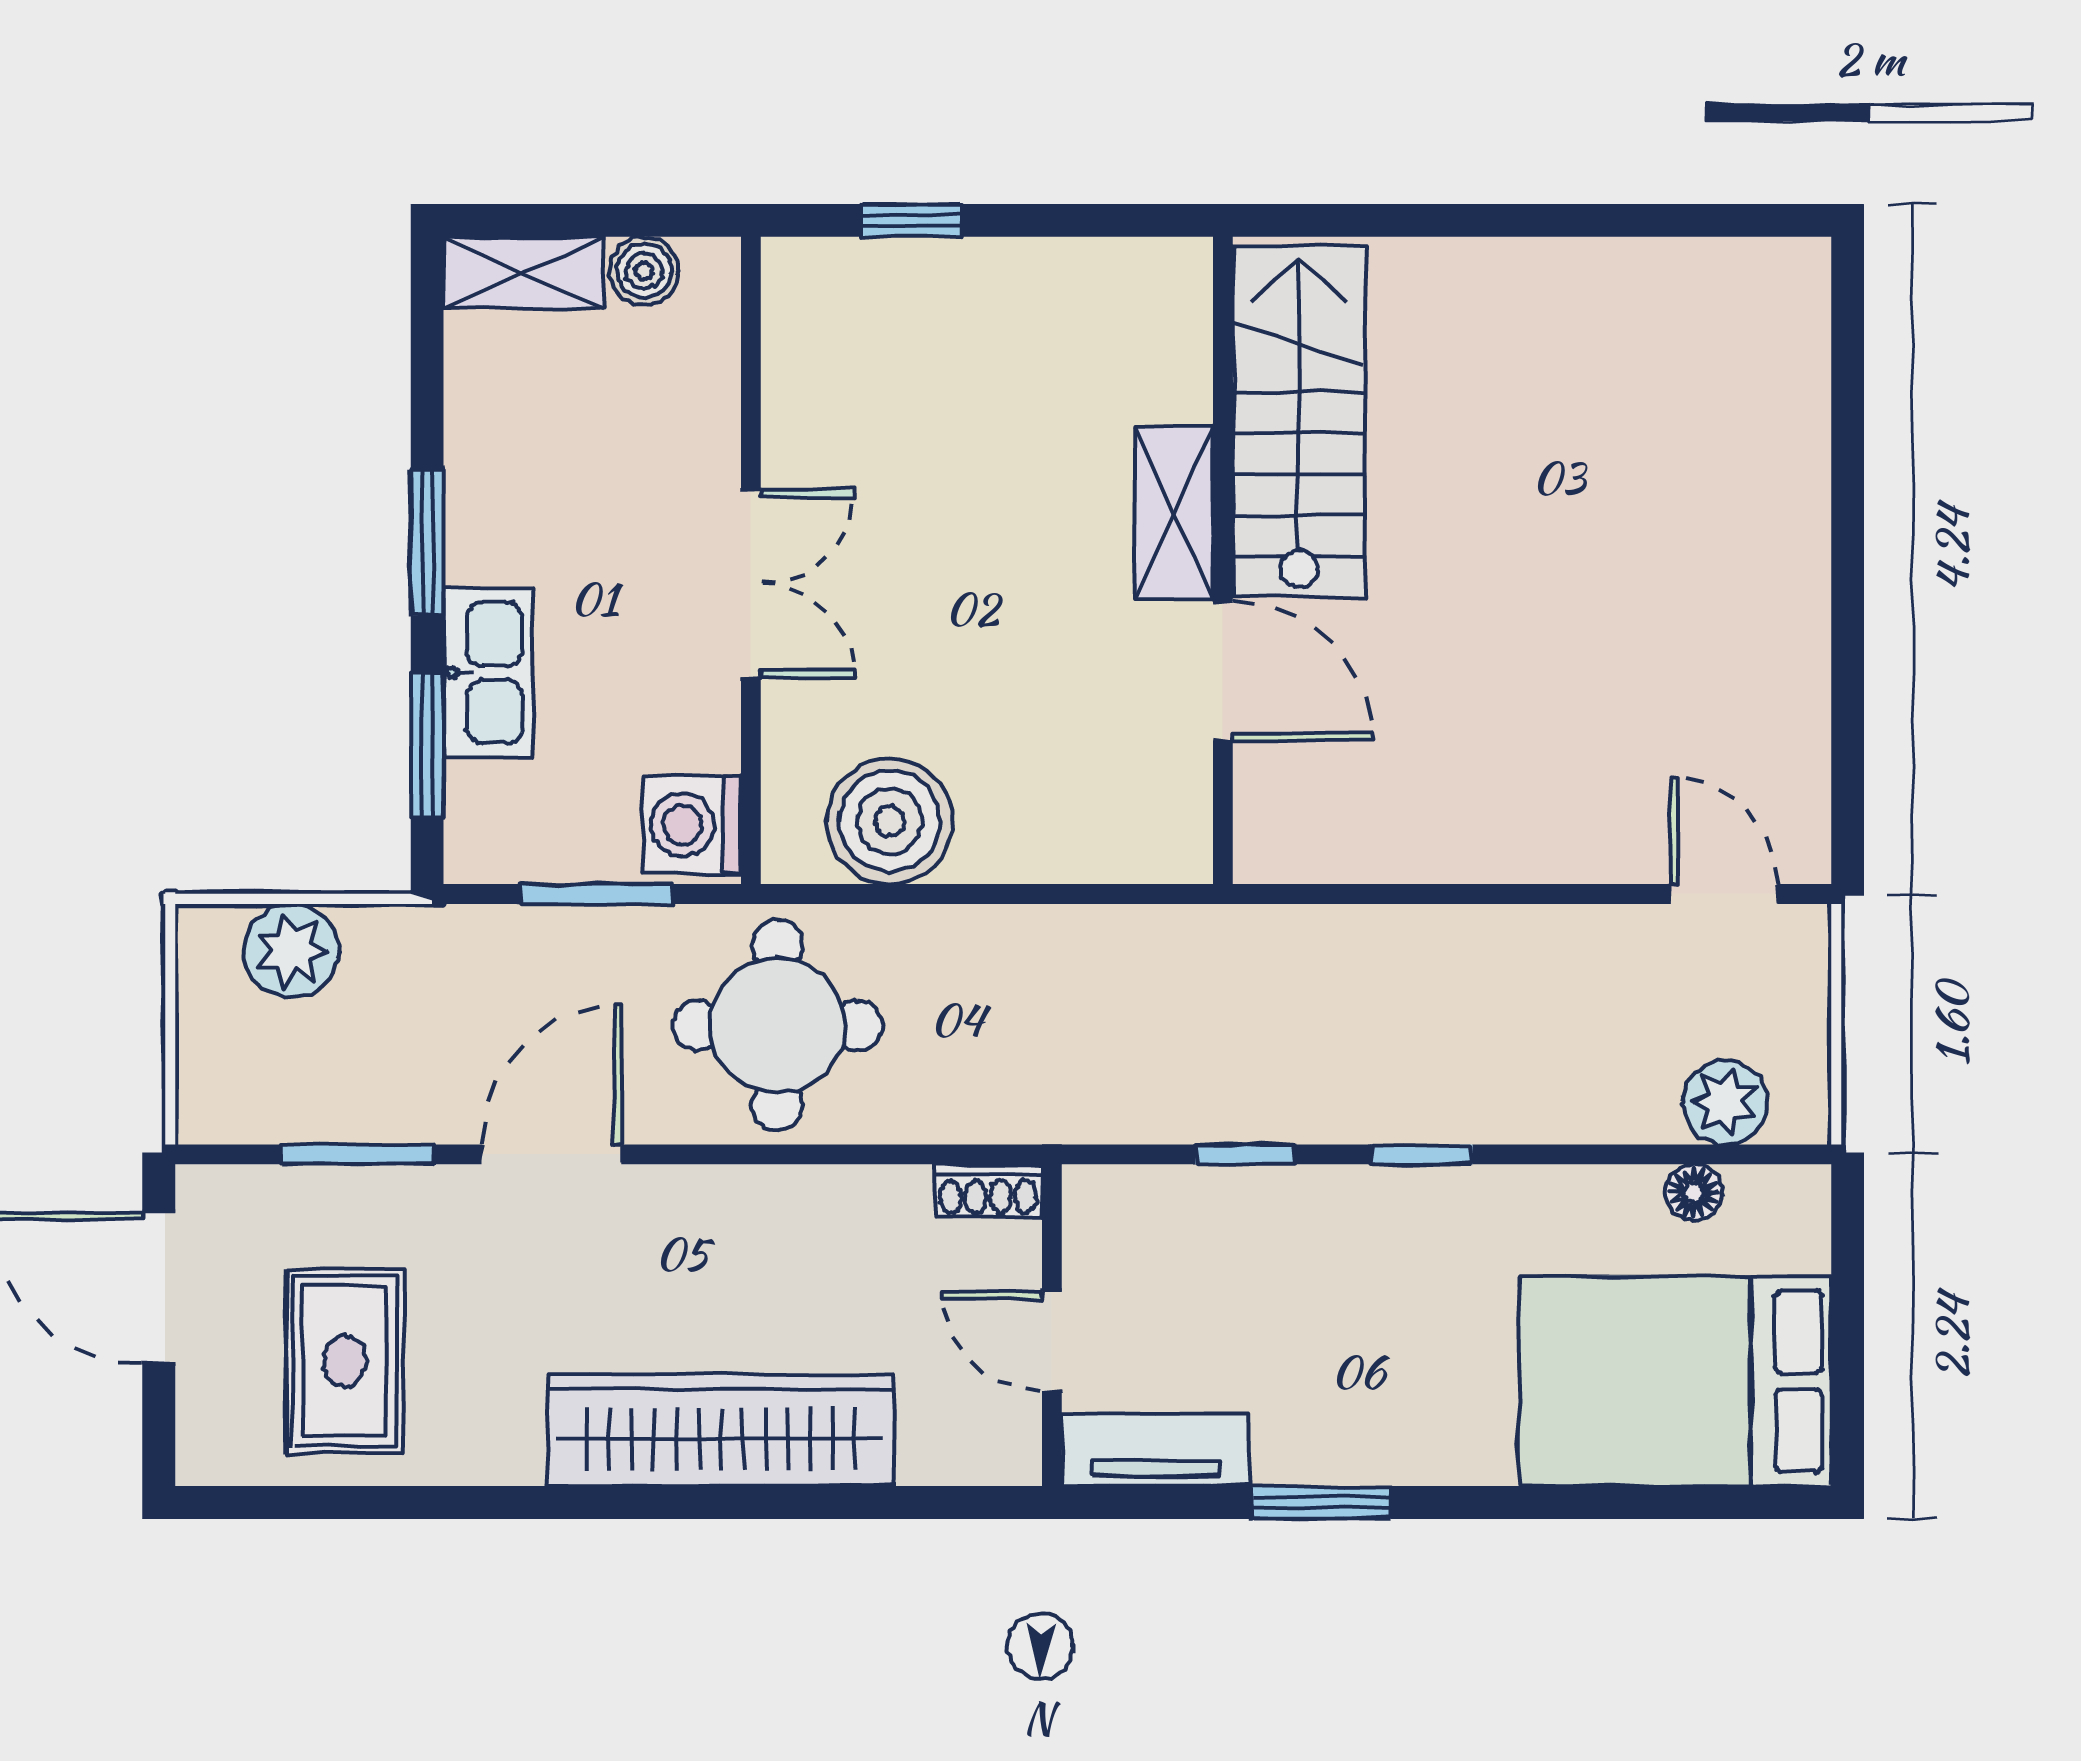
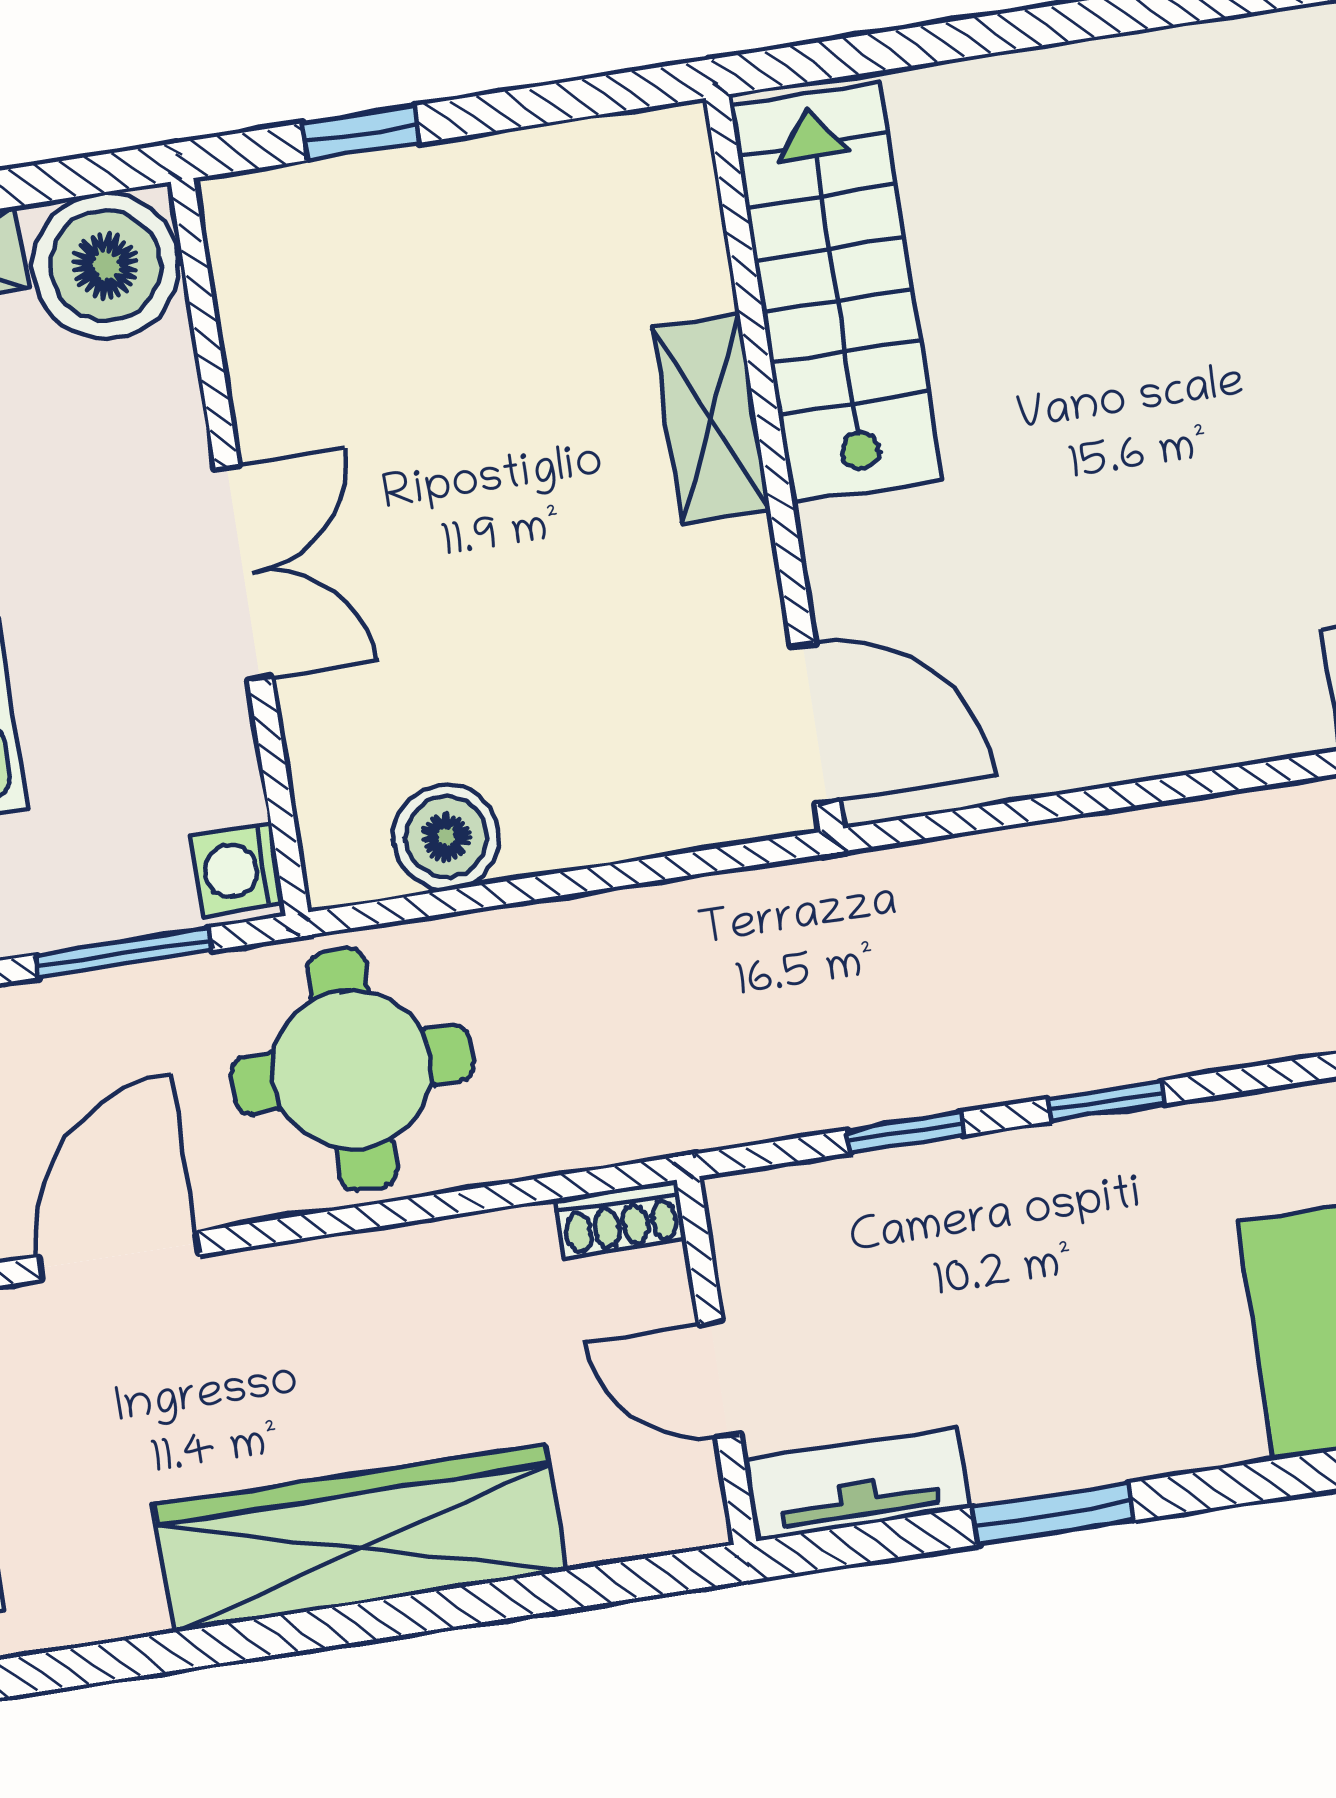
boiler: (644, 271) -> (106, 266), width x1.86, depth x1.86
door: (1223, 671) -> (815, 723), moved
boiler: (890, 821) -> (446, 837), width x0.73, depth x0.73
washing machine: (692, 825) -> (237, 870), width x0.73, depth x0.73

